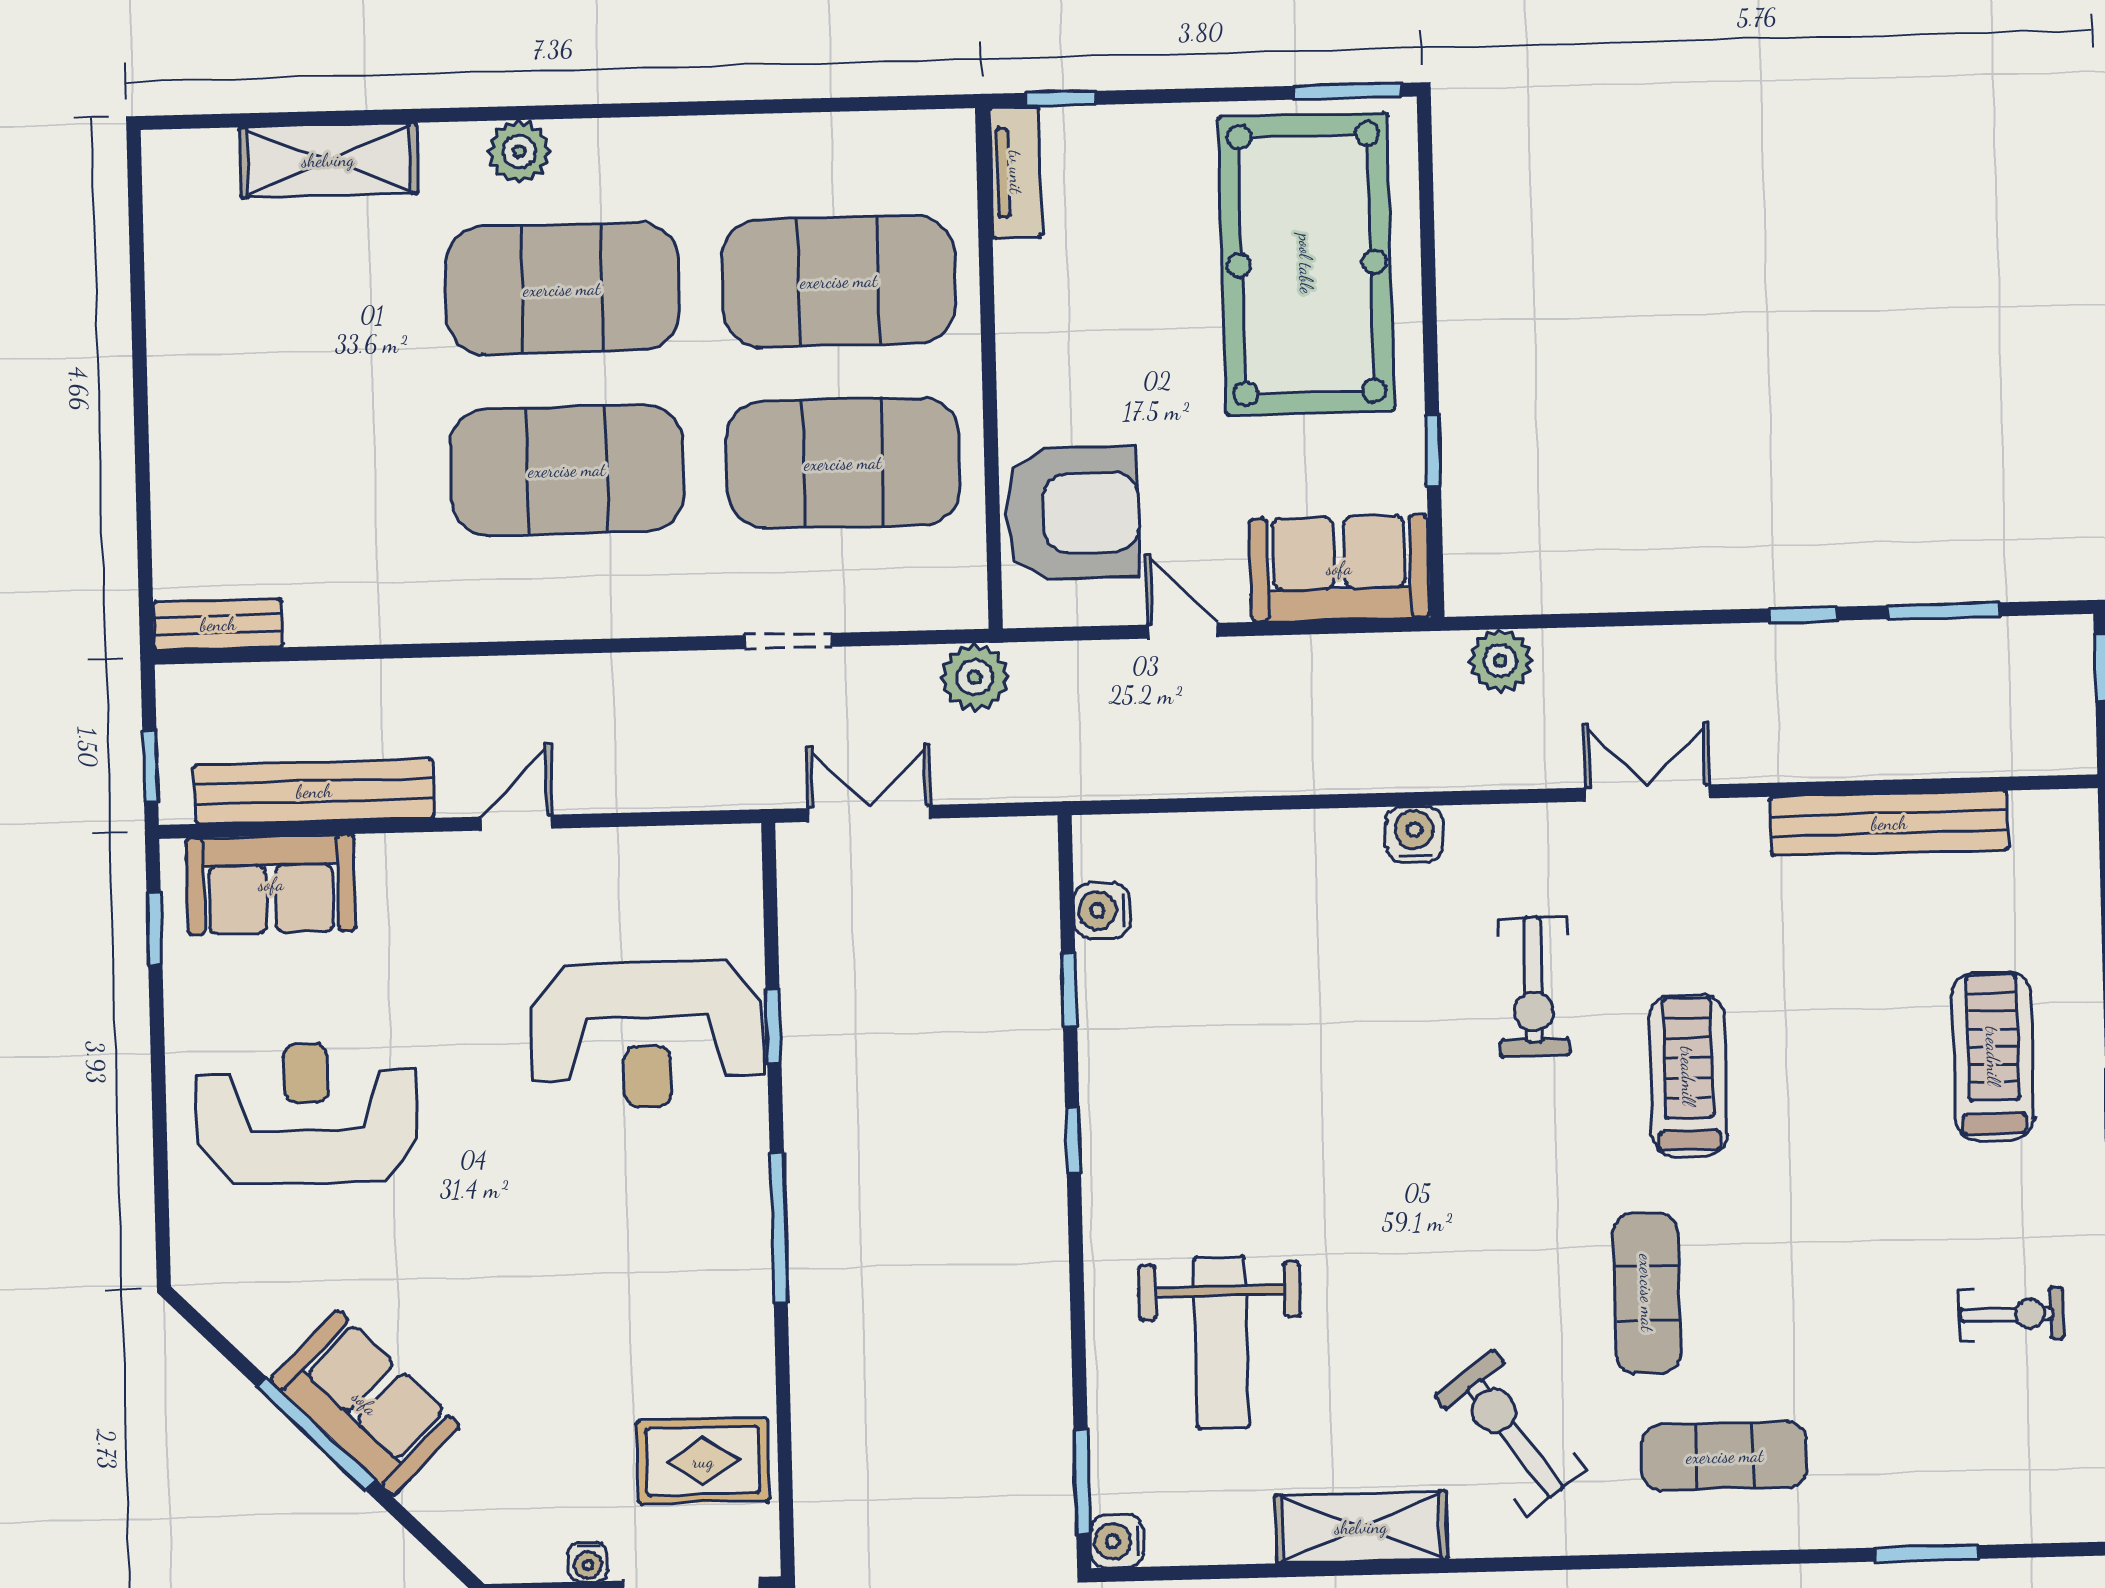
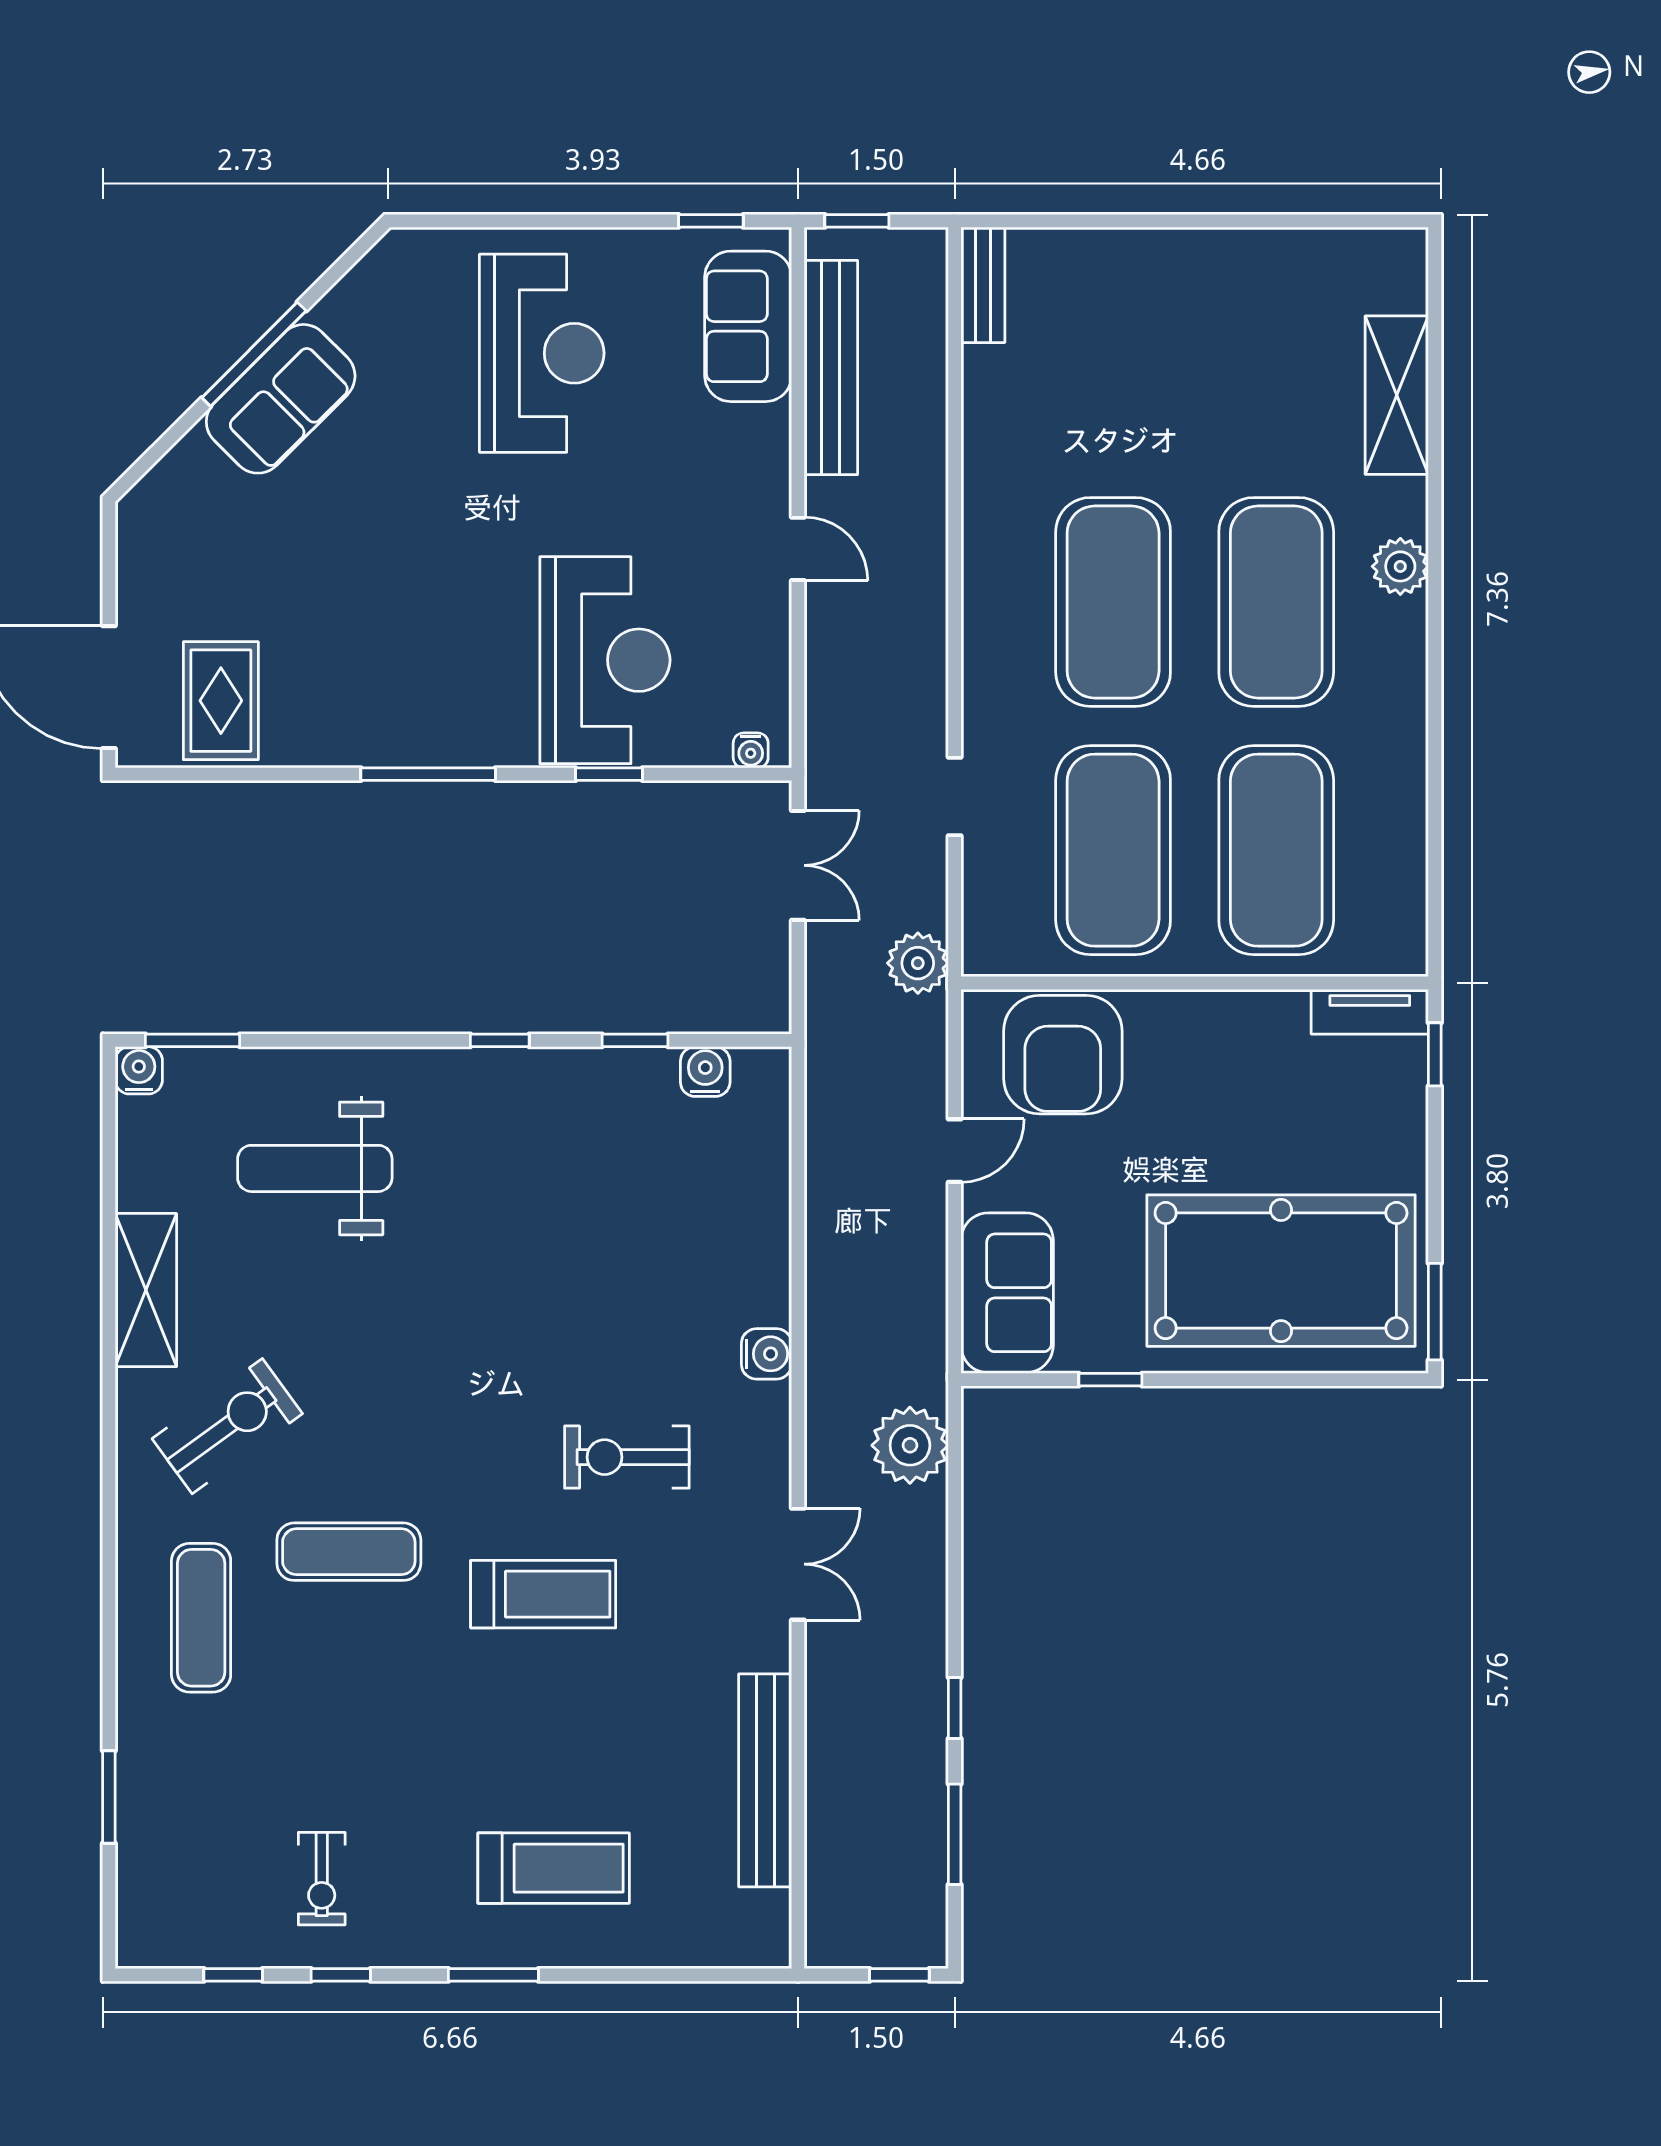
plant: (1500, 661) -> (910, 1445), width x1.36, depth x1.36
reception desk: (647, 1034) -> (605, 660), turned 180
water cooler: (588, 1562) -> (751, 750), moved, turned -90

